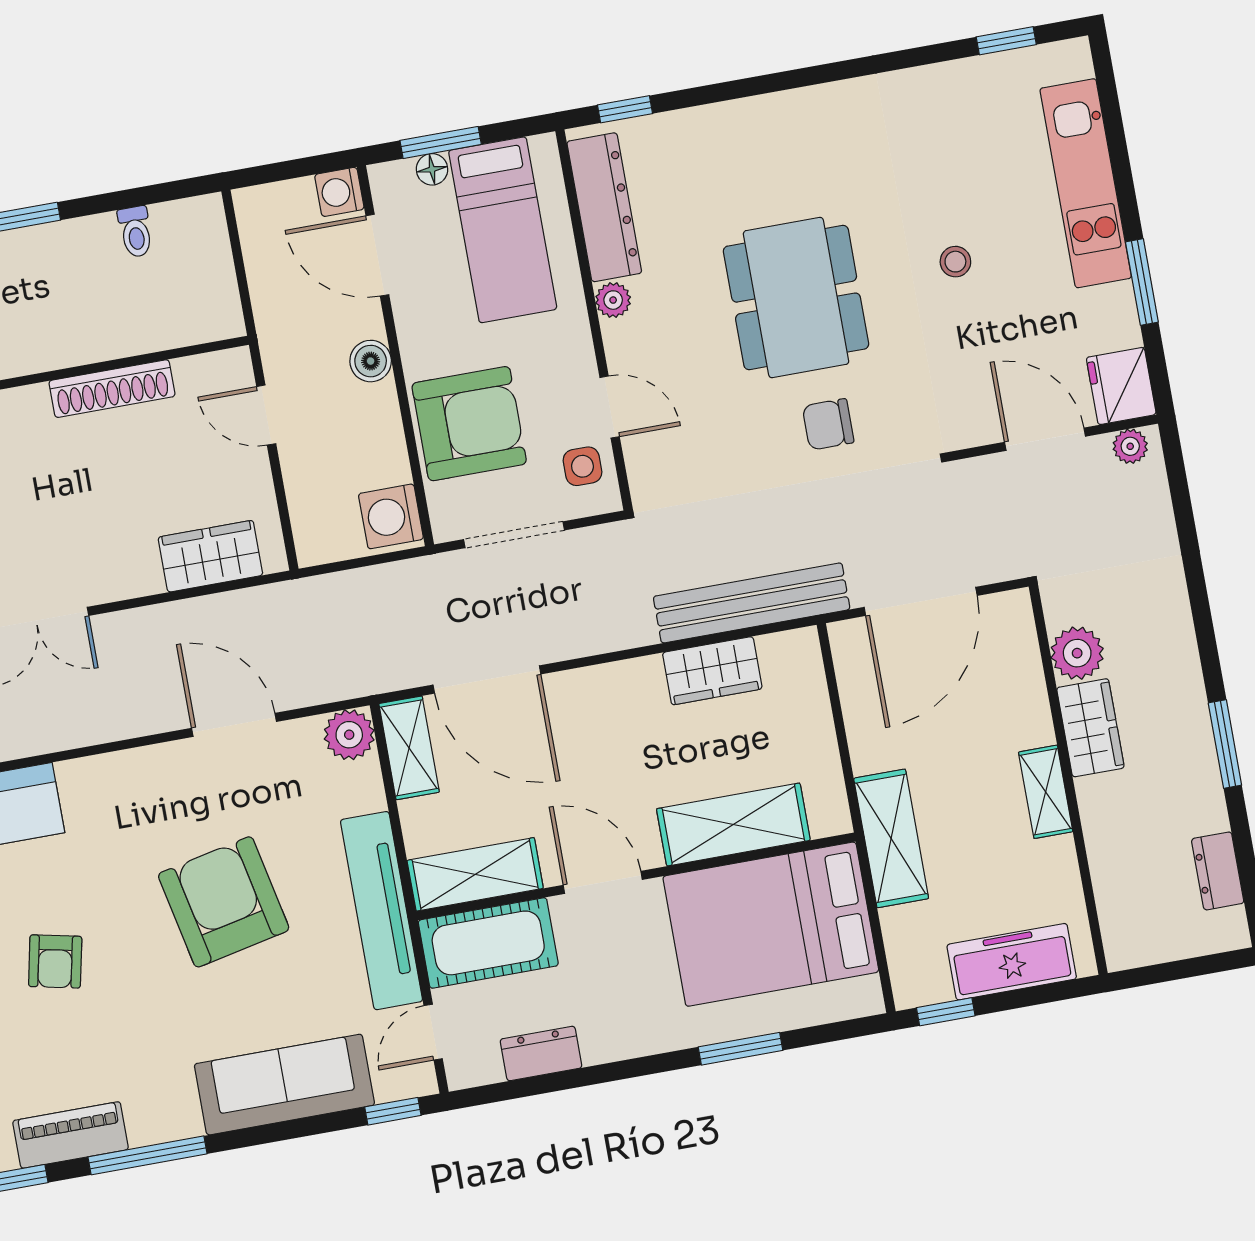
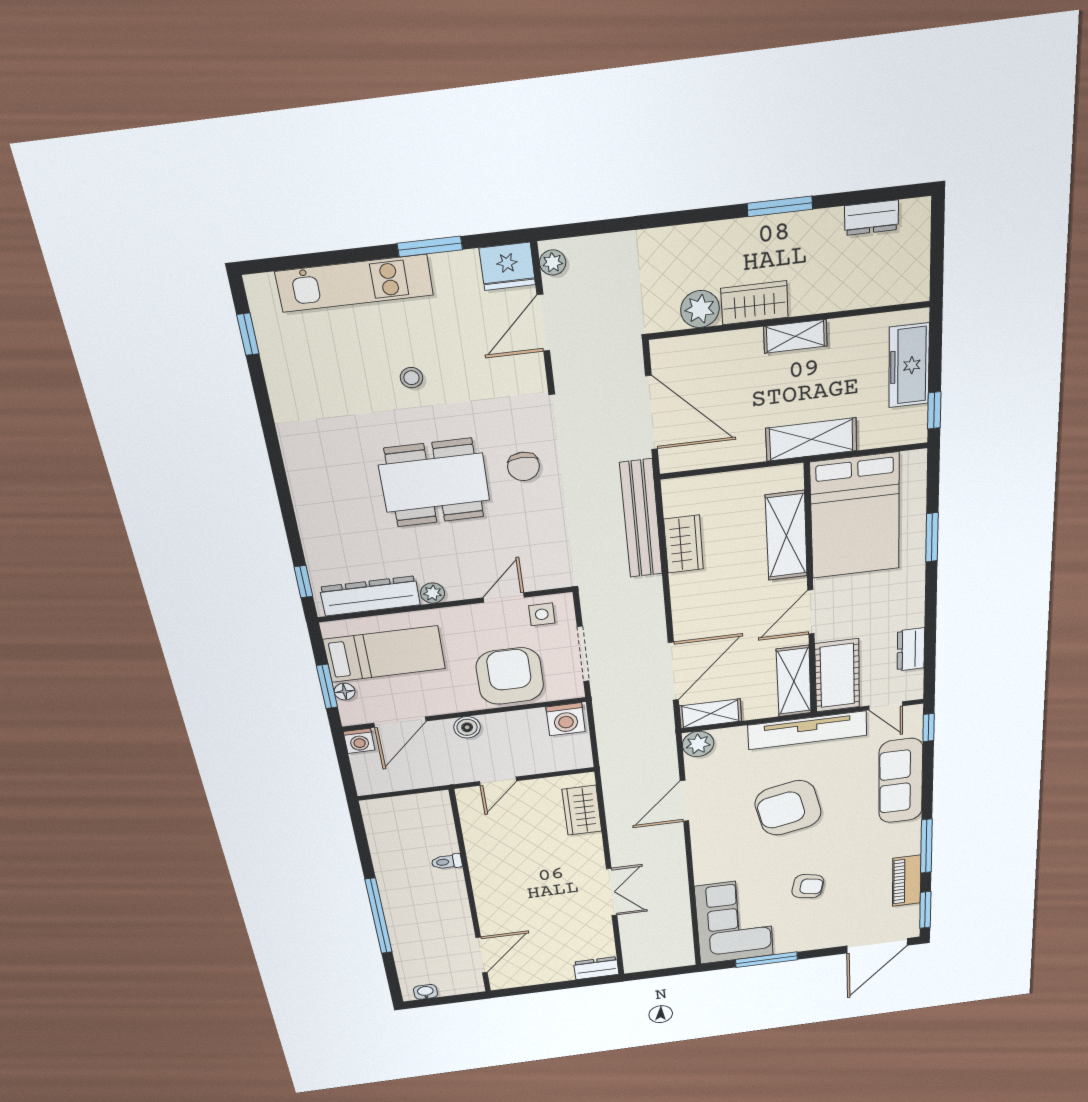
toilet: (135, 232) -> (447, 862), moved, turned 180
shoe rack: (112, 389) -> (478, 855), removed

